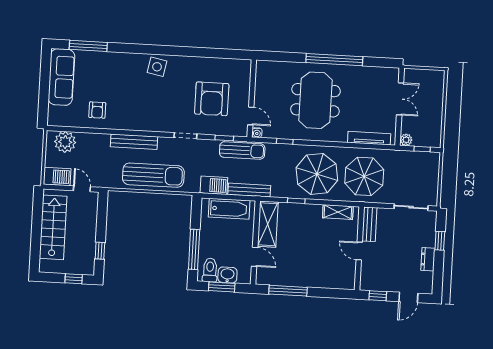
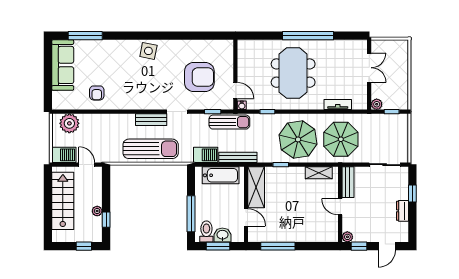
armchair: (212, 99) -> (199, 77), turned -90
tv unit: (369, 138) -> (338, 105), width x0.71
bench: (134, 142) -> (151, 120), moved, width x0.73
plant: (90, 241) -> (97, 211), added
plant: (366, 285) -> (347, 237), added

